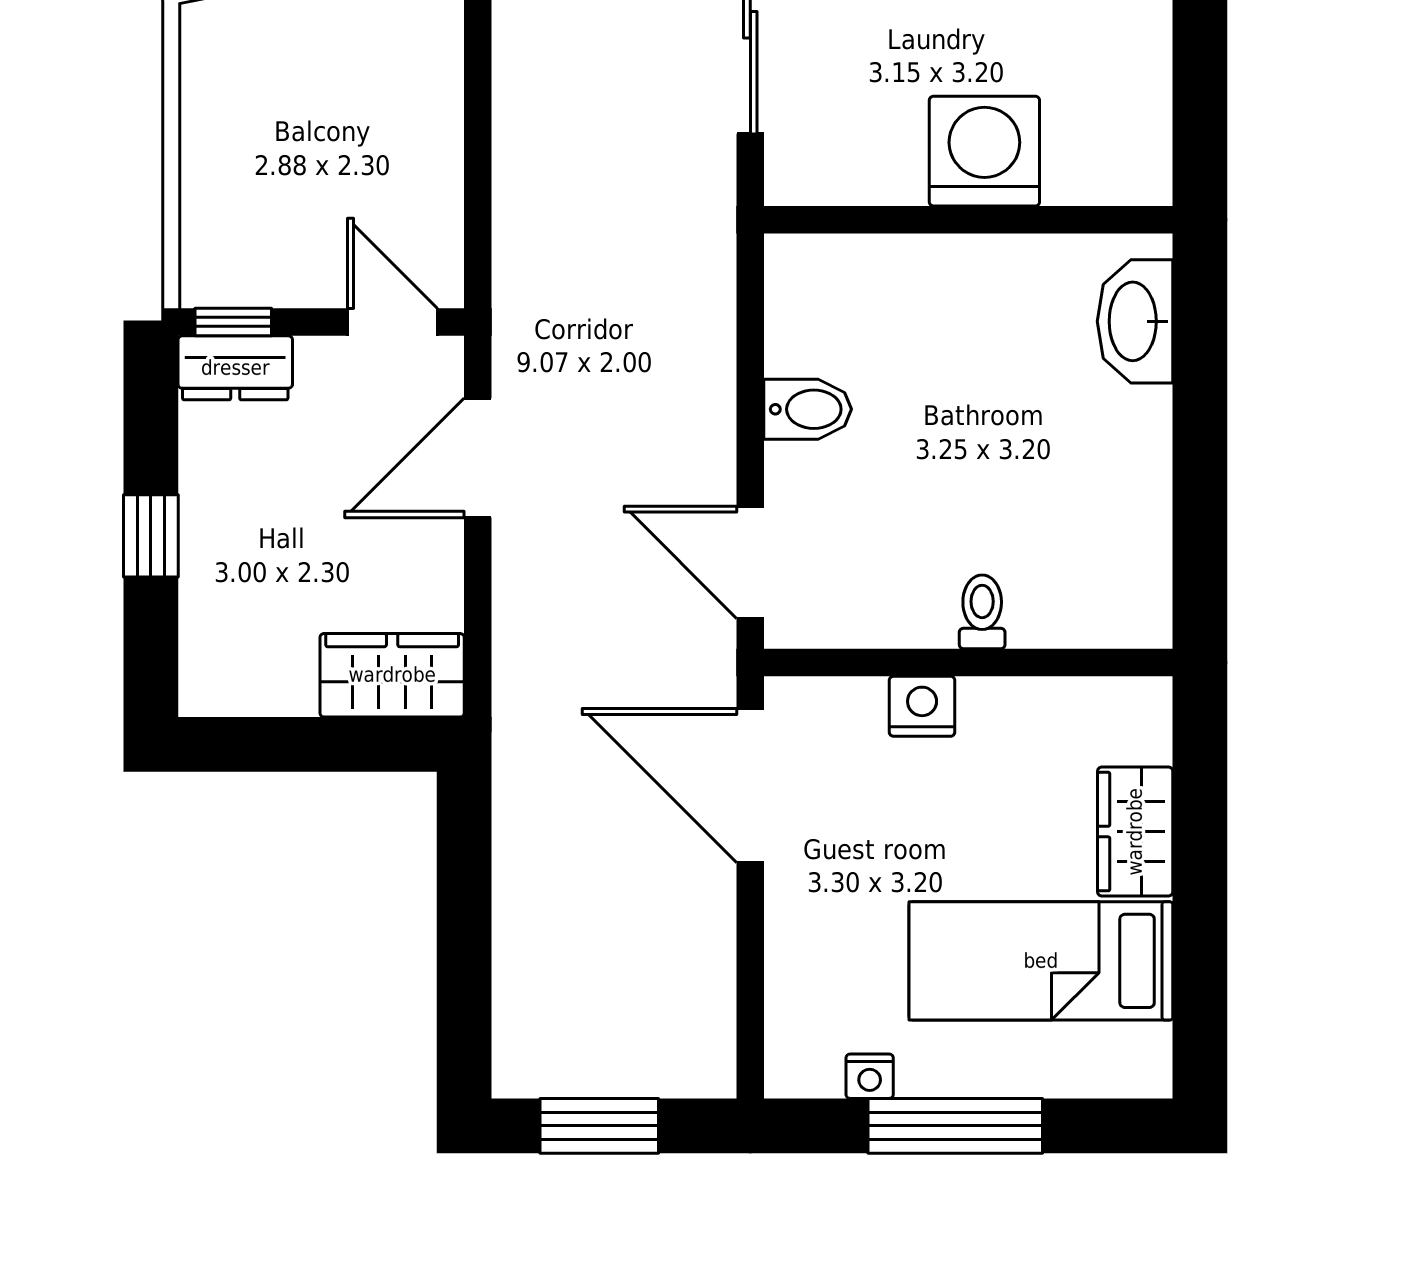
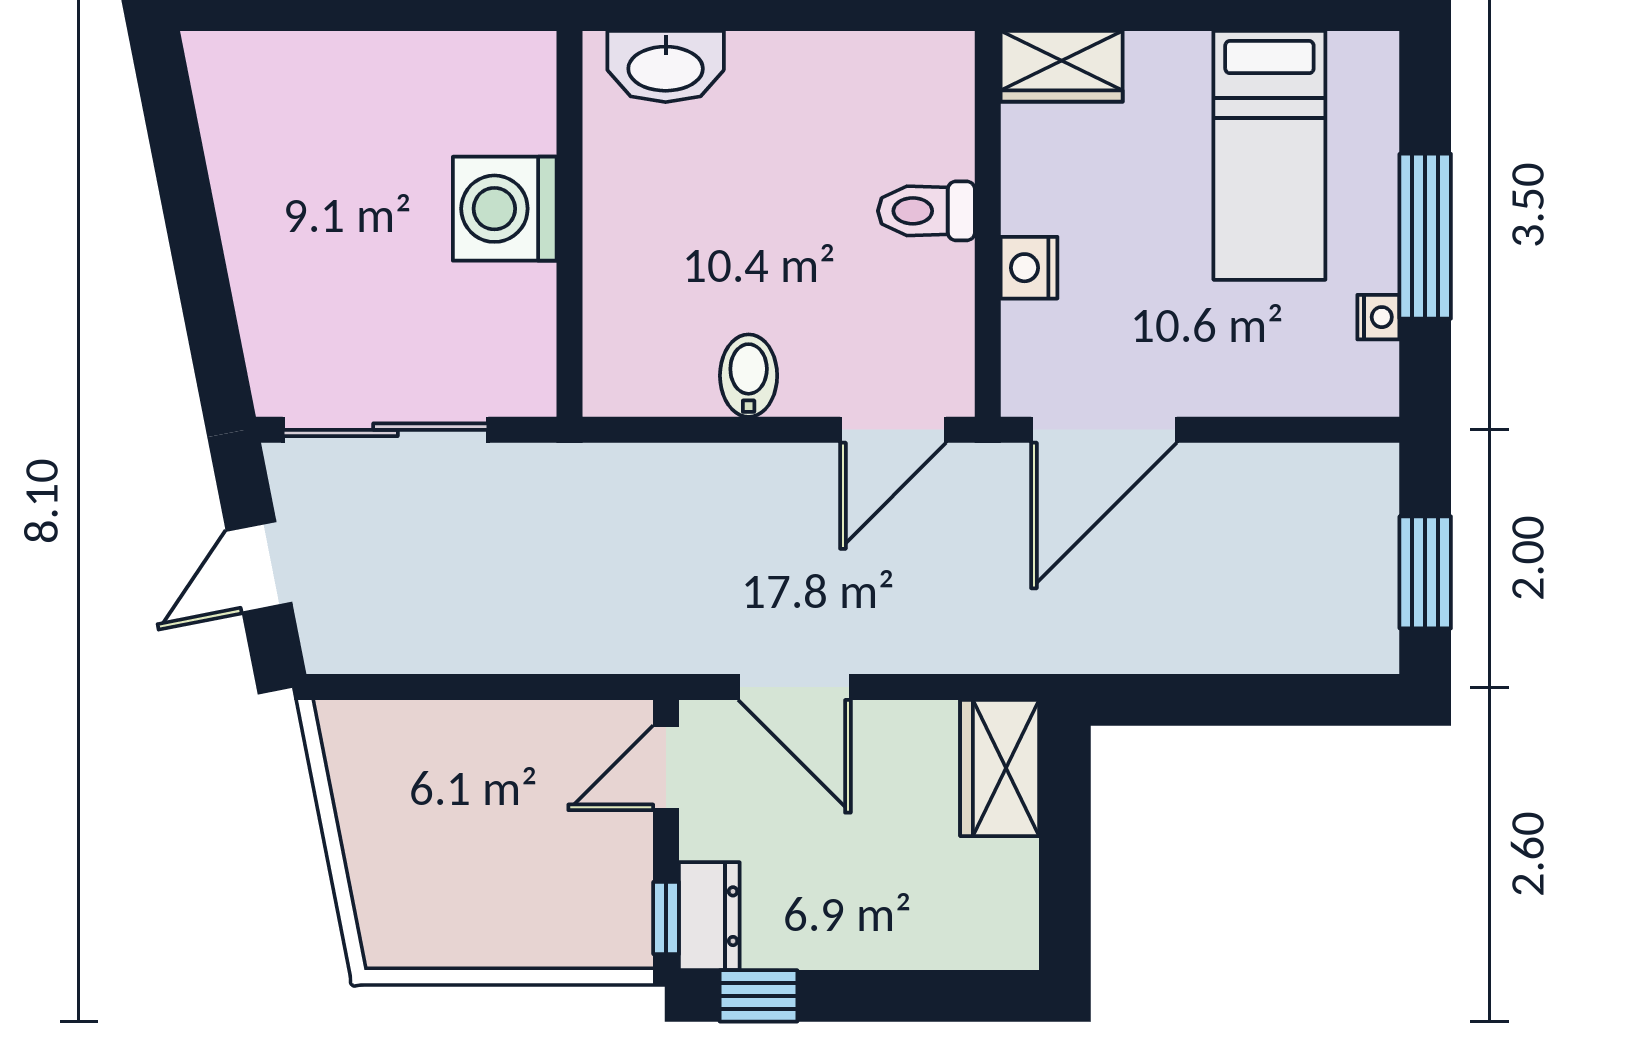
window: (151, 536) -> (759, 996), moved
toilet: (982, 612) -> (926, 211), width x1.37, depth x1.39
wardrobe: (1135, 832) -> (1062, 66), moved

